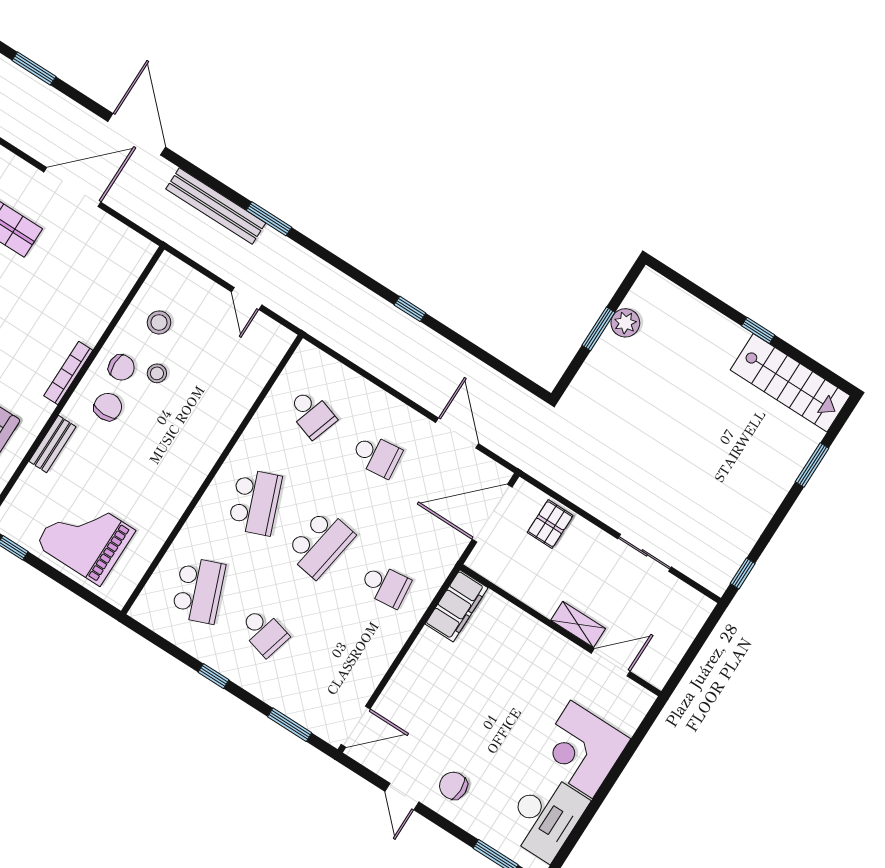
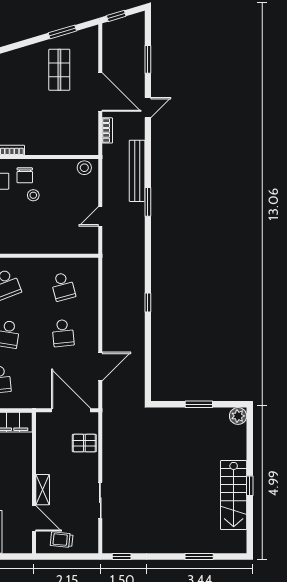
window: (34, 68) -> (148, 59), moved
door: (137, 134) -> (148, 108), width x0.53
bookcase: (132, 212) -> (107, 130), added
stool: (159, 322) -> (84, 168), moved
plant: (625, 323) -> (238, 416), moved
stairs: (790, 383) -> (234, 495), moved
school desk: (312, 414) -> (63, 287), turned -33
trolley: (665, 643) -> (62, 540), added

